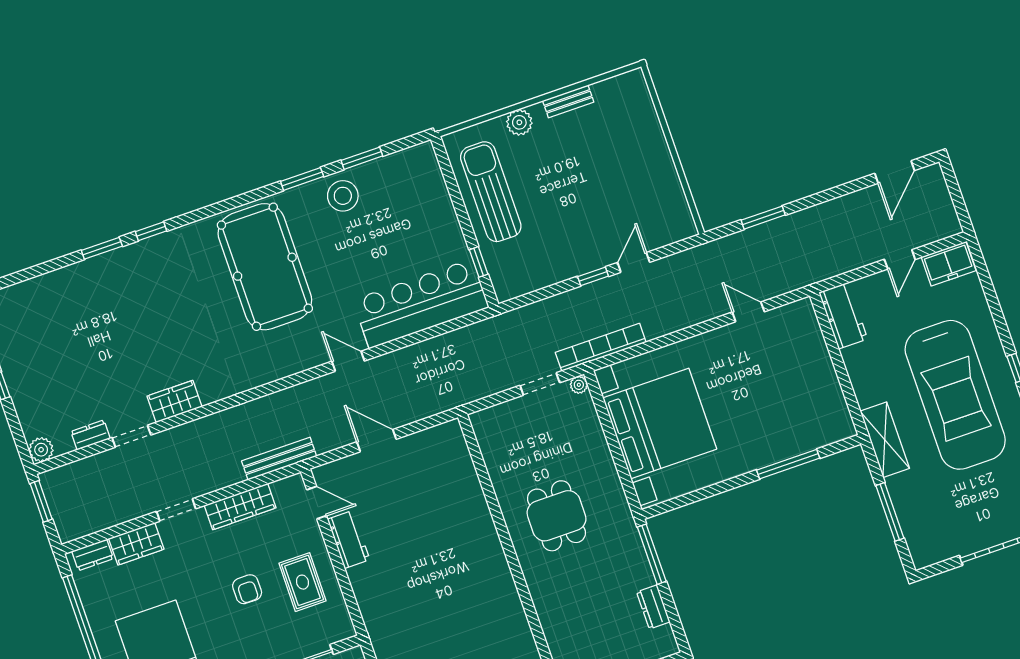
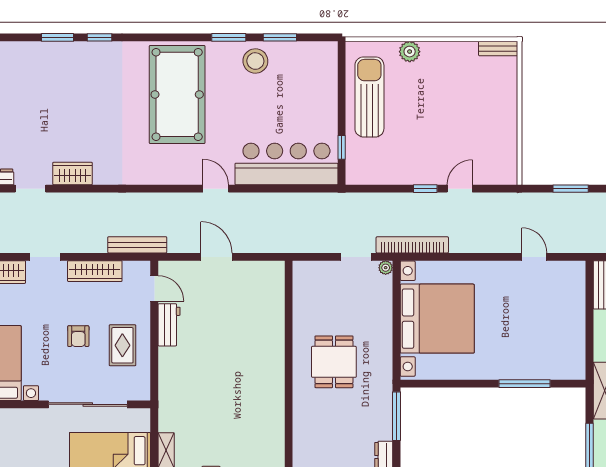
bench: (568, 101) -> (498, 49), moved

